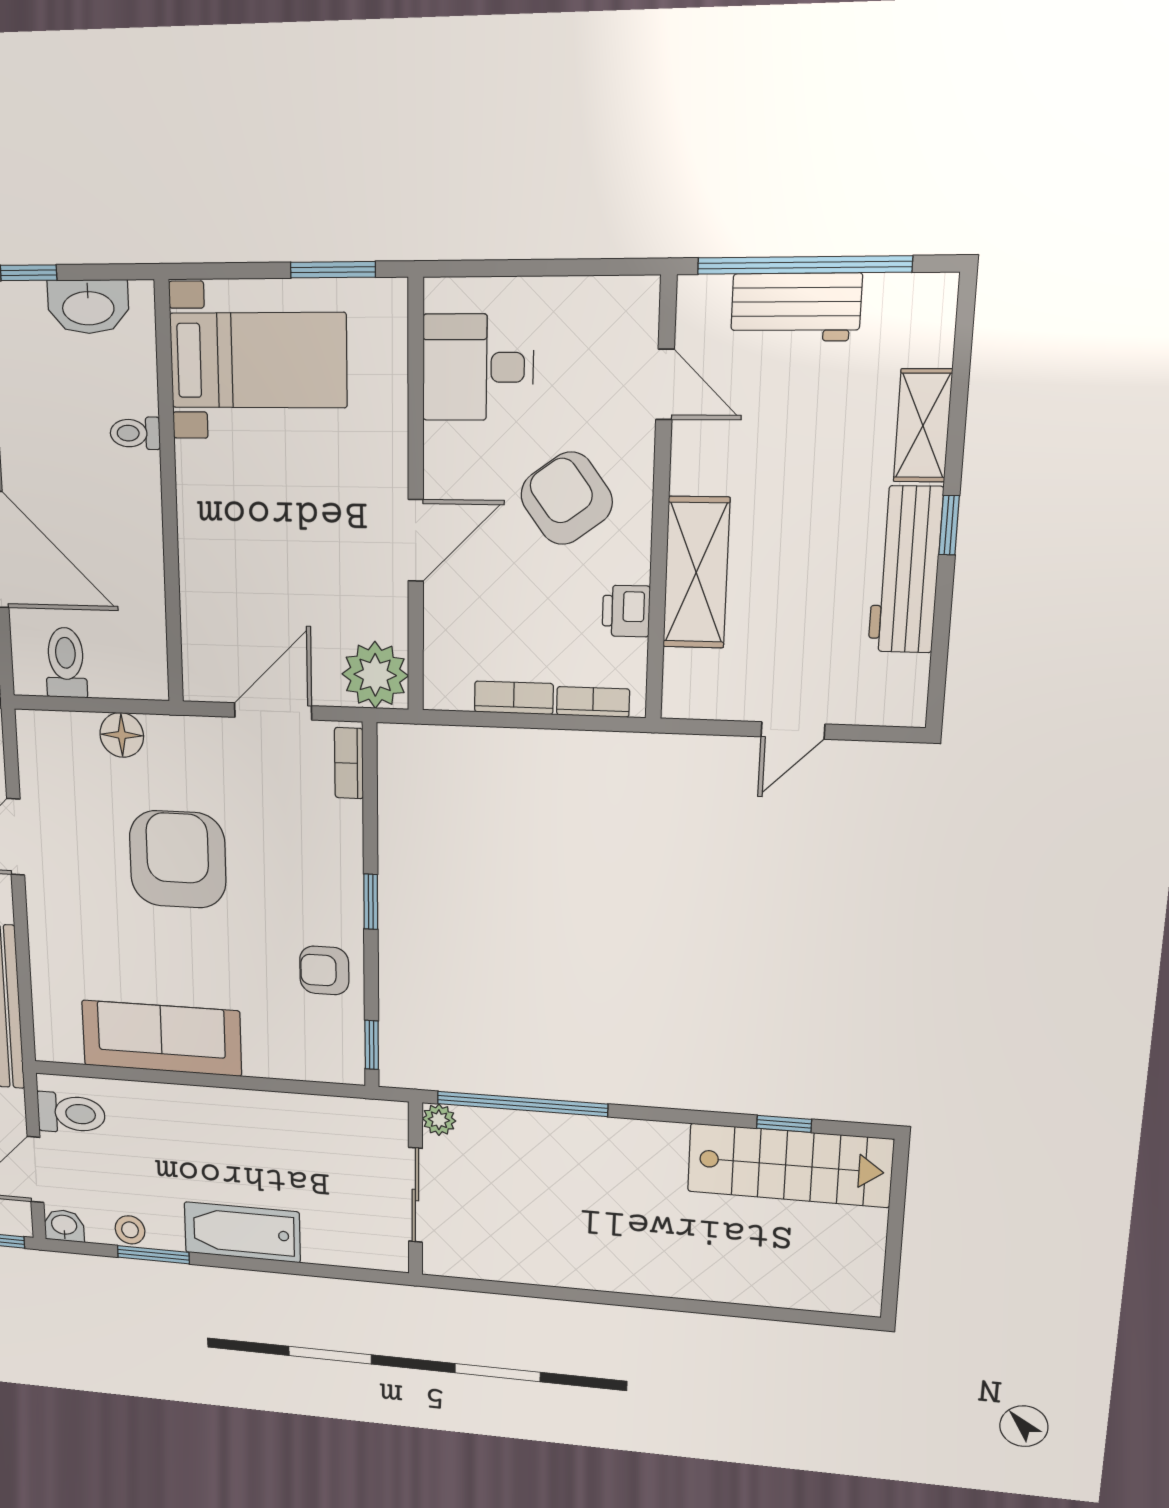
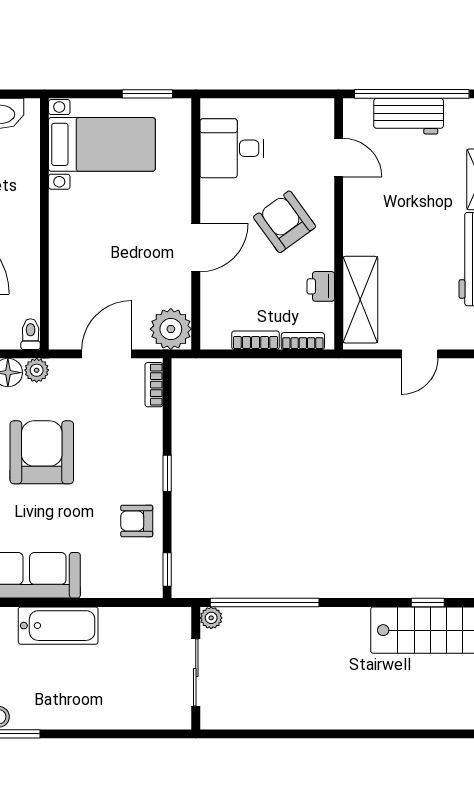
toilet: (135, 433) -> (31, 334), moved, turned 90
shelving: (696, 573) -> (360, 300), moved
plant: (165, 733) -> (37, 370), added
bathtub: (242, 1232) -> (58, 626), moved, turned 180

